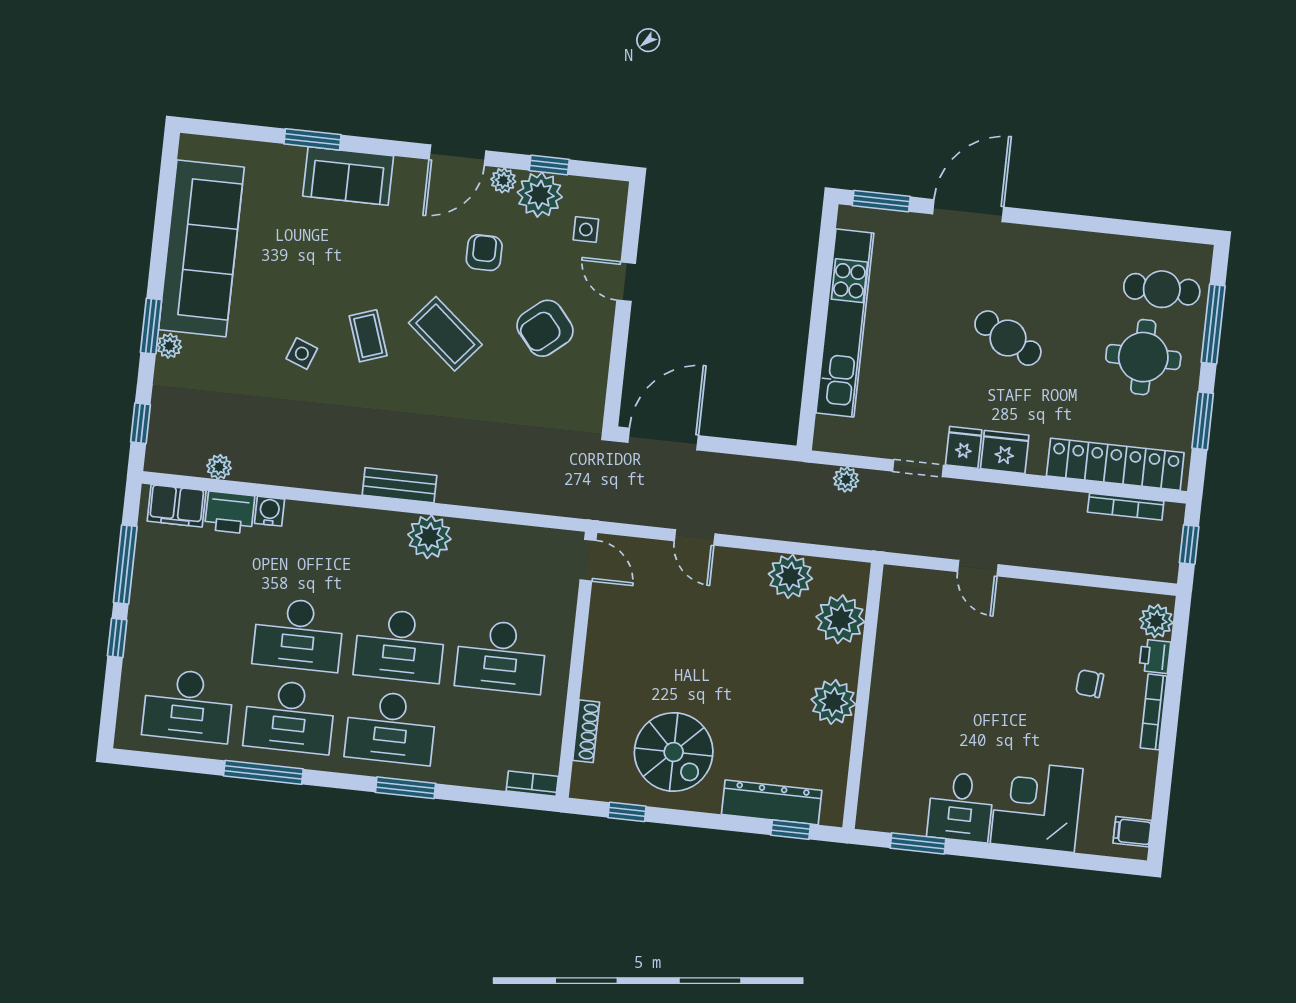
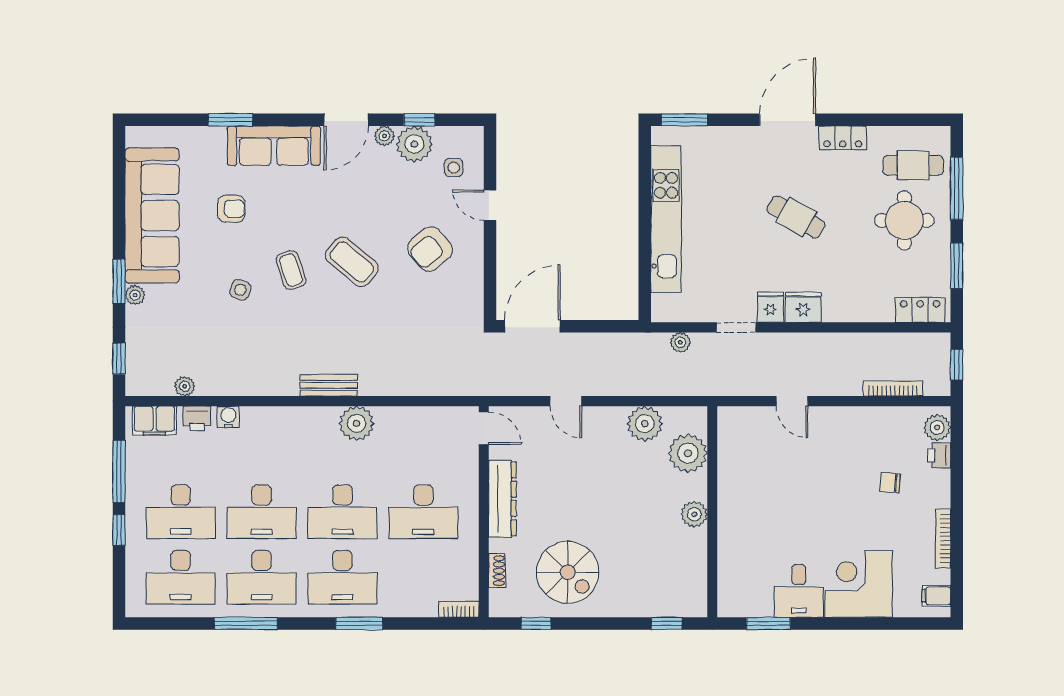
sofa: (348, 176) -> (274, 146), width x1.36
door: (968, 211) -> (788, 120), moved
locker: (1077, 245) -> (843, 138), added
armchair: (484, 253) -> (231, 209), moved, turned 90
locker: (1115, 464) -> (920, 310), width x0.46, depth x0.83
bookcase: (1126, 507) -> (893, 389), moved, turned 180
printer: (230, 512) -> (197, 418), width x0.73, depth x0.81
desk: (197, 623) -> (181, 512), added
plant: (833, 702) -> (694, 514), width x0.73, depth x0.73
bookcase: (1154, 712) -> (943, 539), moved
shoe rack: (586, 731) -> (497, 571), width x0.70
dresser: (772, 802) -> (502, 499), moved, turned 90

